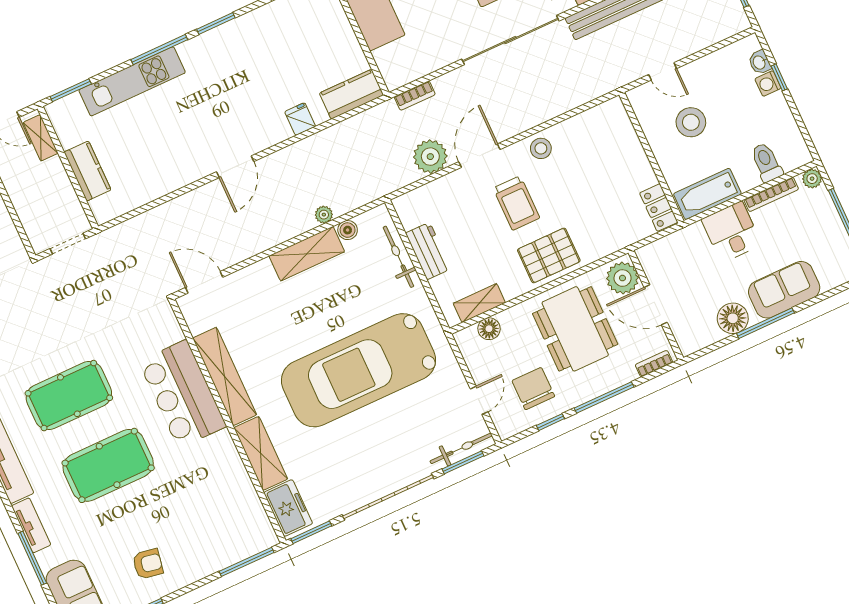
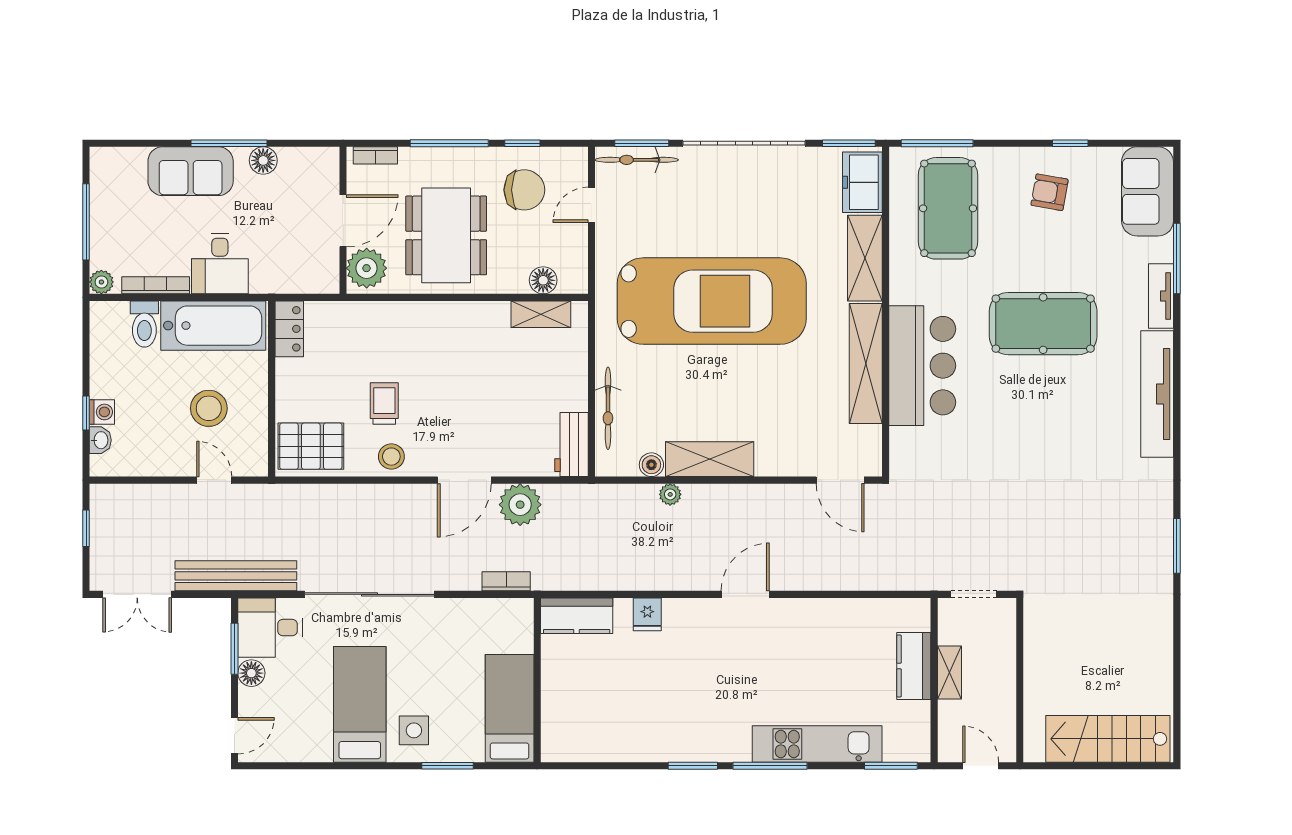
shelving: (41, 138) -> (950, 673), moved
bathtub: (707, 194) -> (213, 326), width x1.36, depth x1.36
trolley: (516, 203) -> (384, 404), moved, width x0.73, depth x0.72
workbench: (428, 251) -> (571, 445), moved
pallet: (549, 255) -> (311, 446), moved
door: (656, 305) -> (343, 221), hinge flipped
floor lamp: (733, 318) -> (263, 160), width x0.73, depth x0.73
chair: (533, 389) -> (524, 190), turned -90
pool table: (69, 396) -> (948, 208), moved, turned 90

